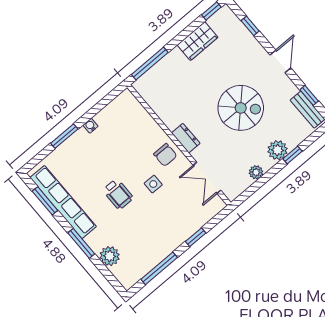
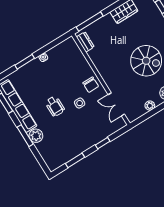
dresser: (186, 138) -> (85, 42), moved
plant: (110, 256) -> (36, 136), moved
window: (159, 268) -> (75, 160), width x0.69

